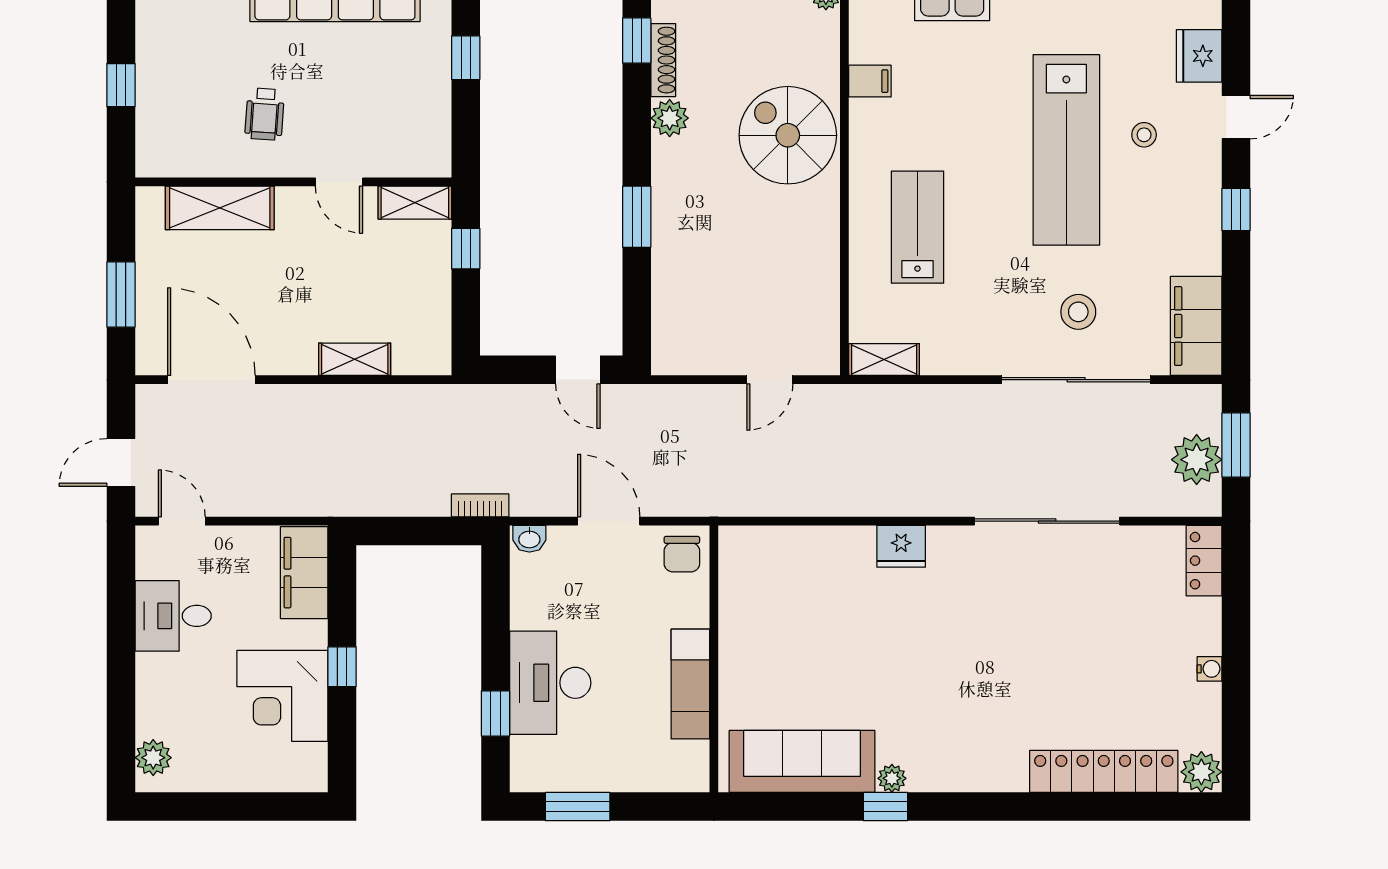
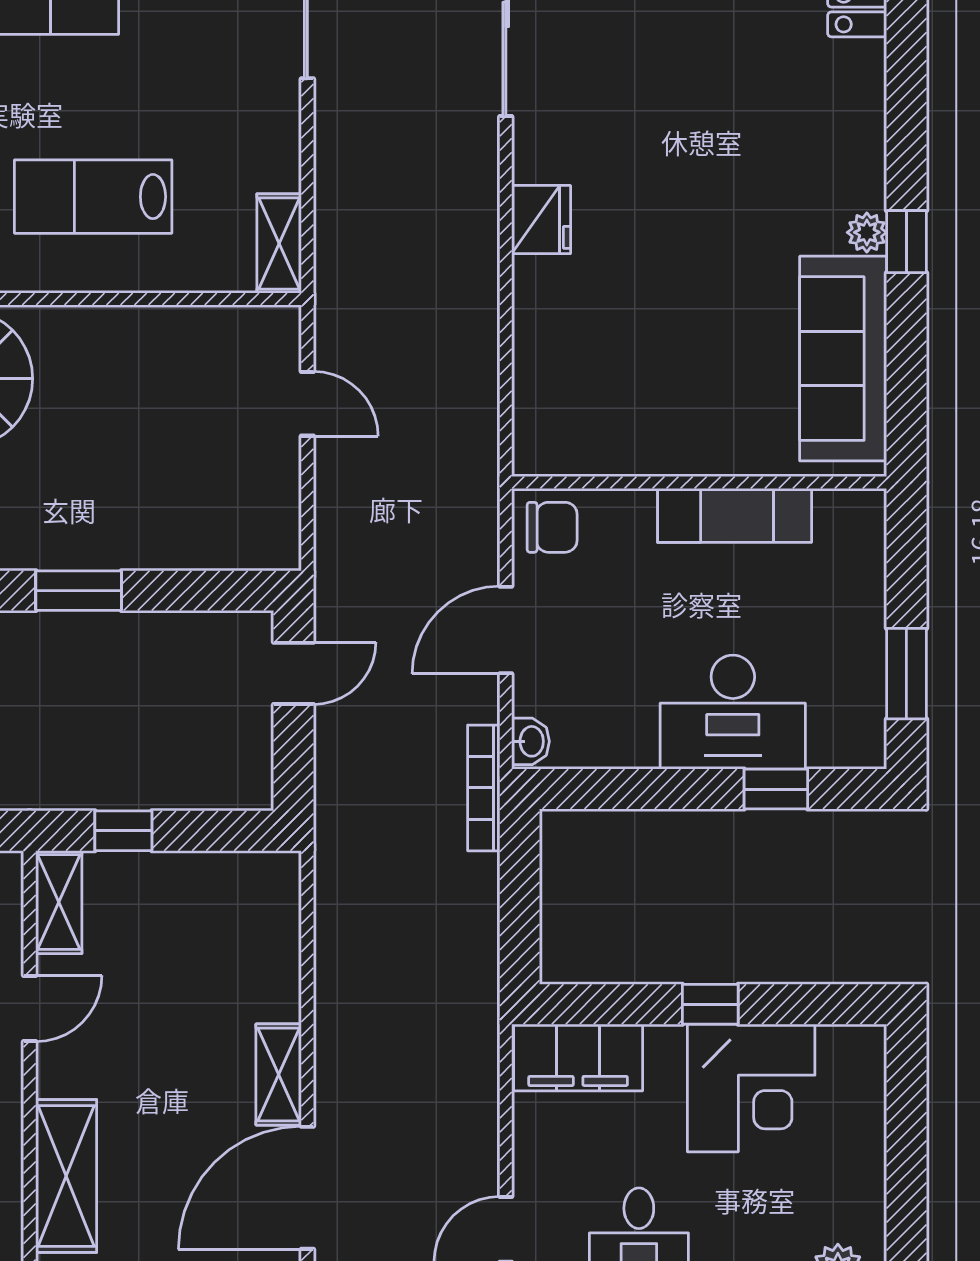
shelving: (355, 359) -> (279, 1074), moved
bookcase: (480, 505) -> (484, 788), width x1.56

